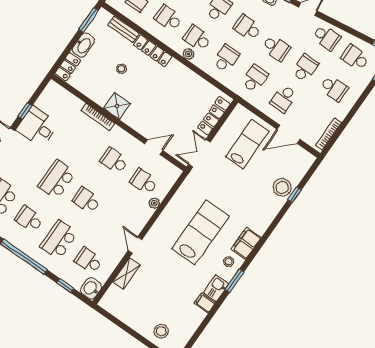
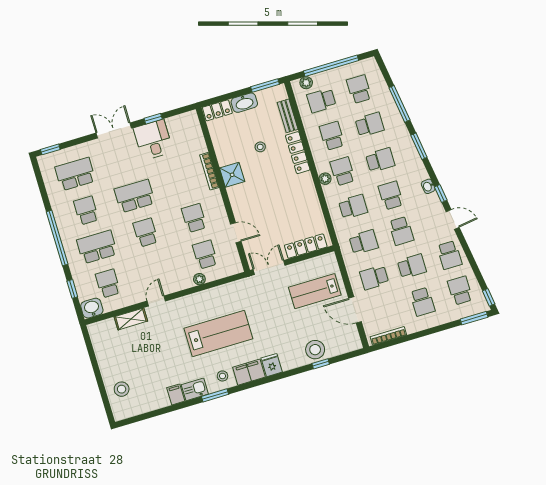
lab bench: (247, 144) -> (315, 291), turned 180
fridge: (259, 225) -> (272, 365), added

